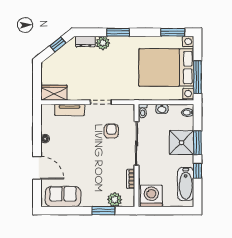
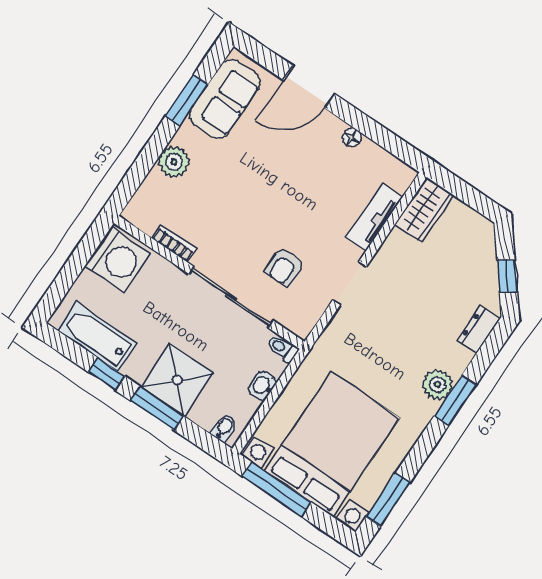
plant: (103, 43) -> (438, 385), moved
armchair: (111, 131) -> (284, 267), turned 90
plant: (115, 200) -> (174, 162), moved
window: (103, 211) -> (187, 100), moved

